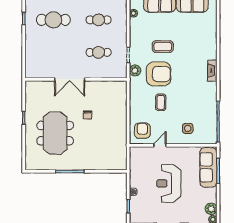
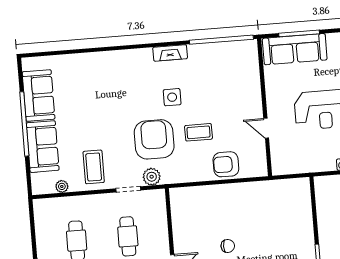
coffee table: (163, 47) -> (94, 167), moved
fireplace: (212, 71) -> (170, 53), moved
side table: (188, 128) -> (172, 97), moved
armchair: (142, 131) -> (226, 164), moved

